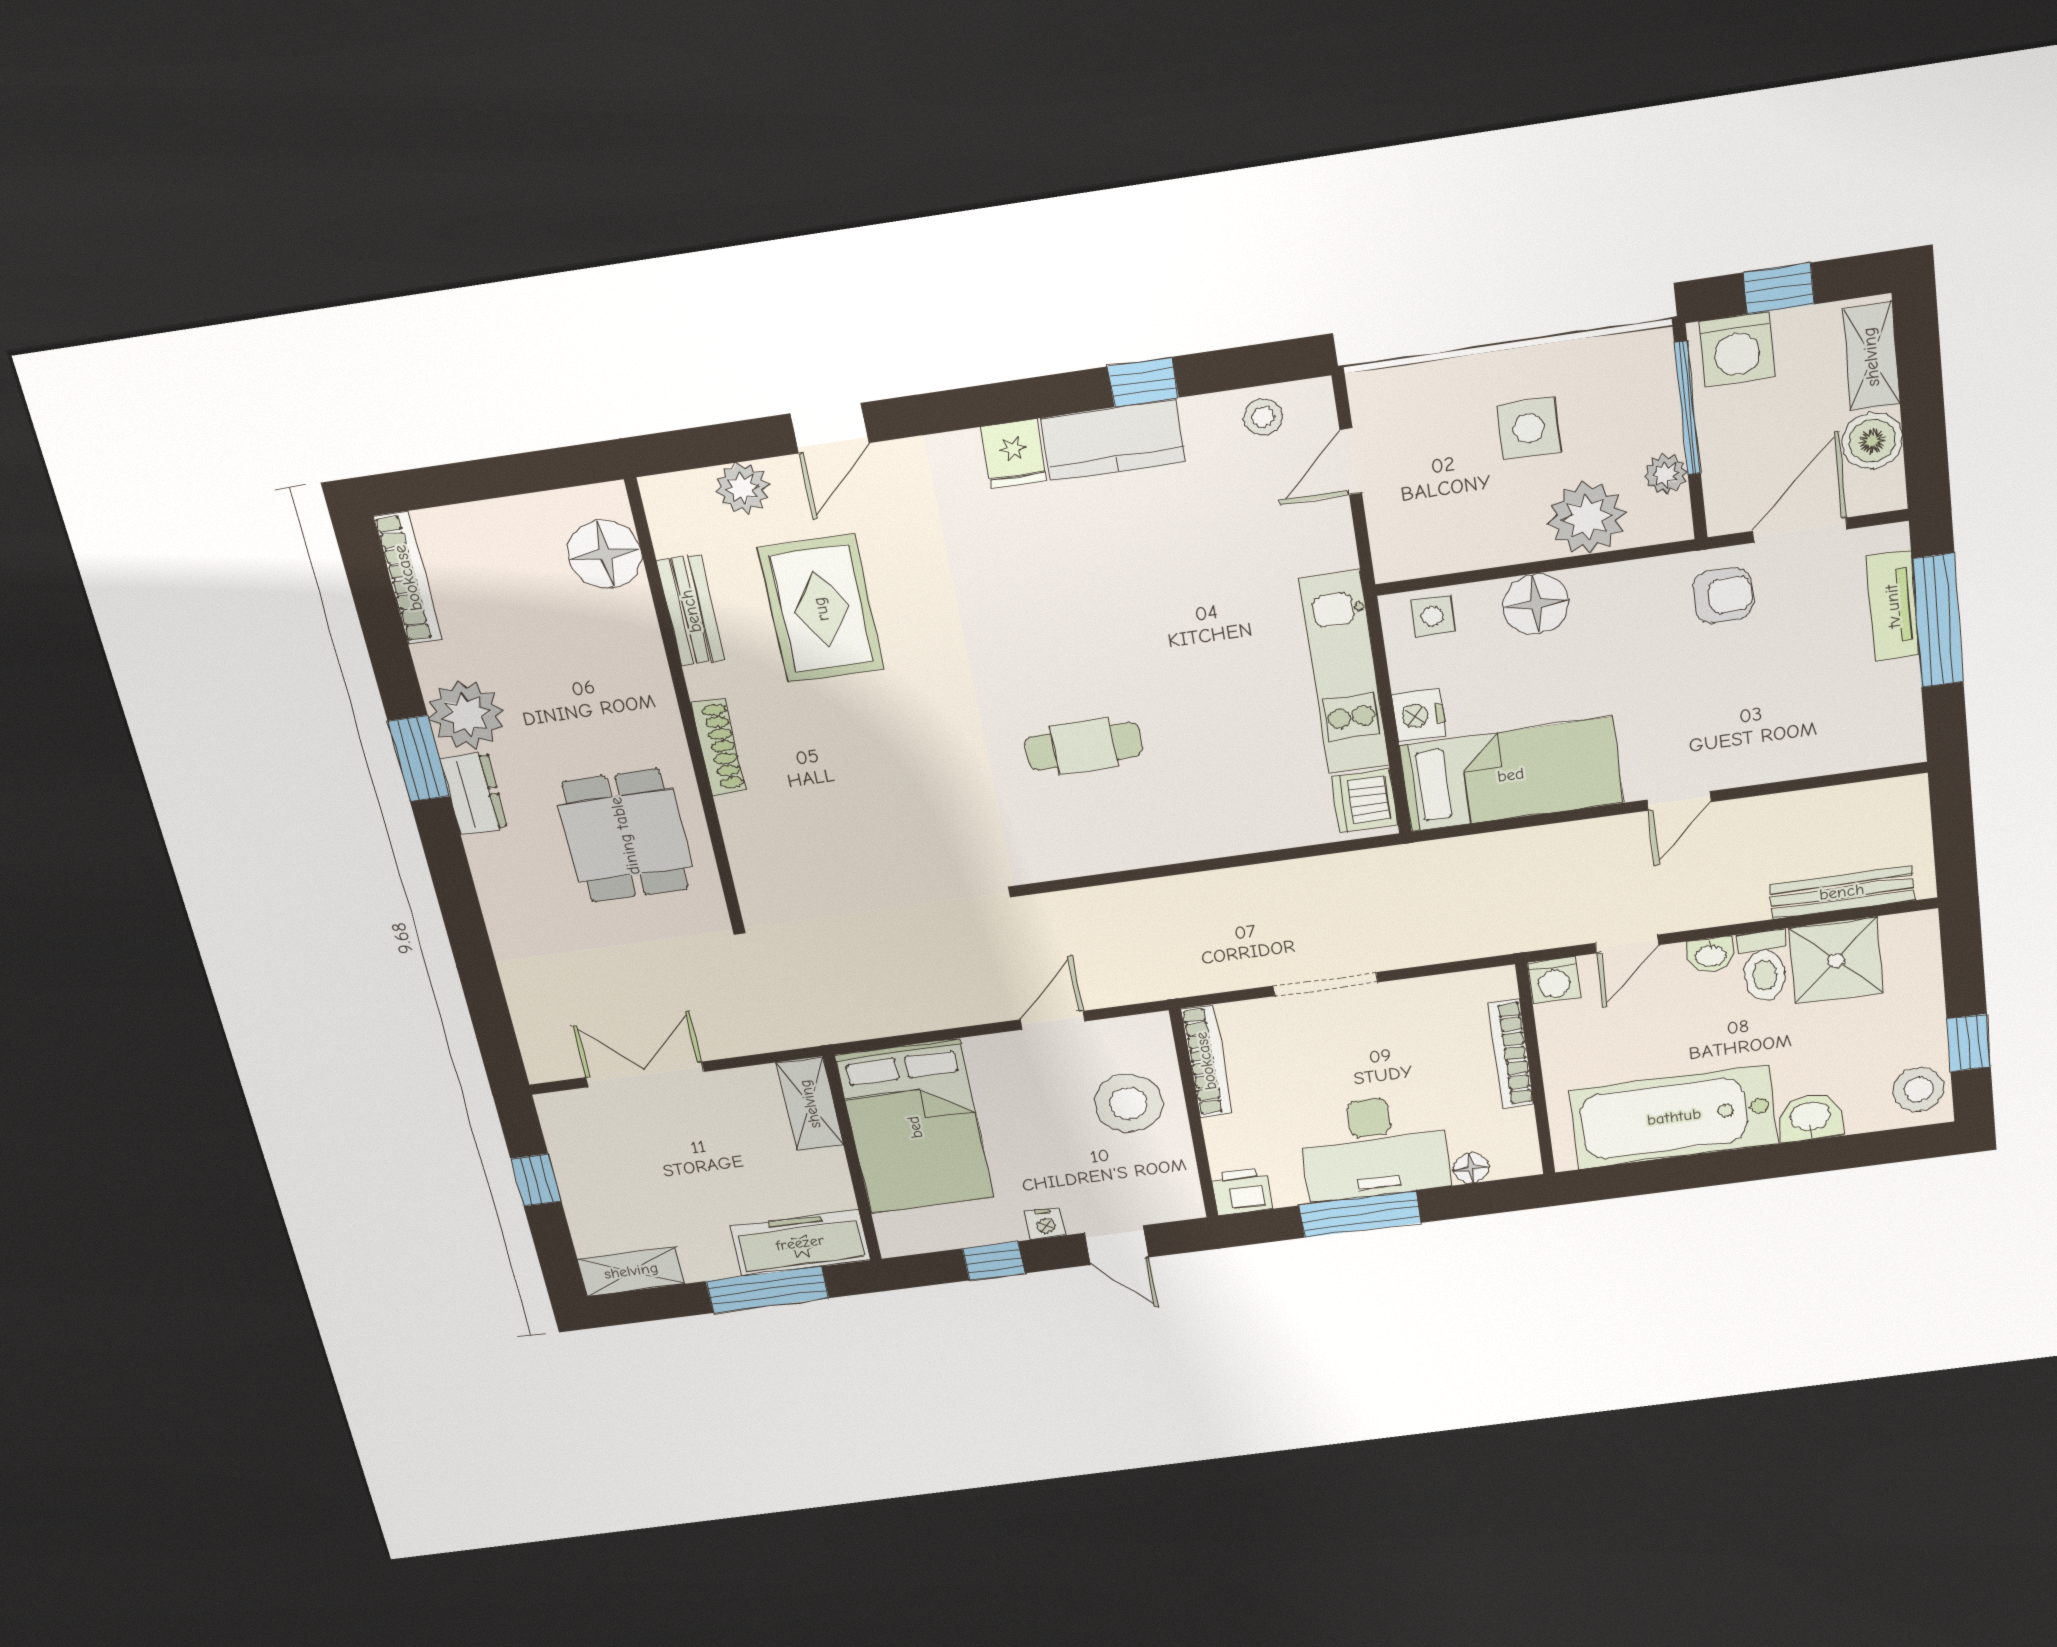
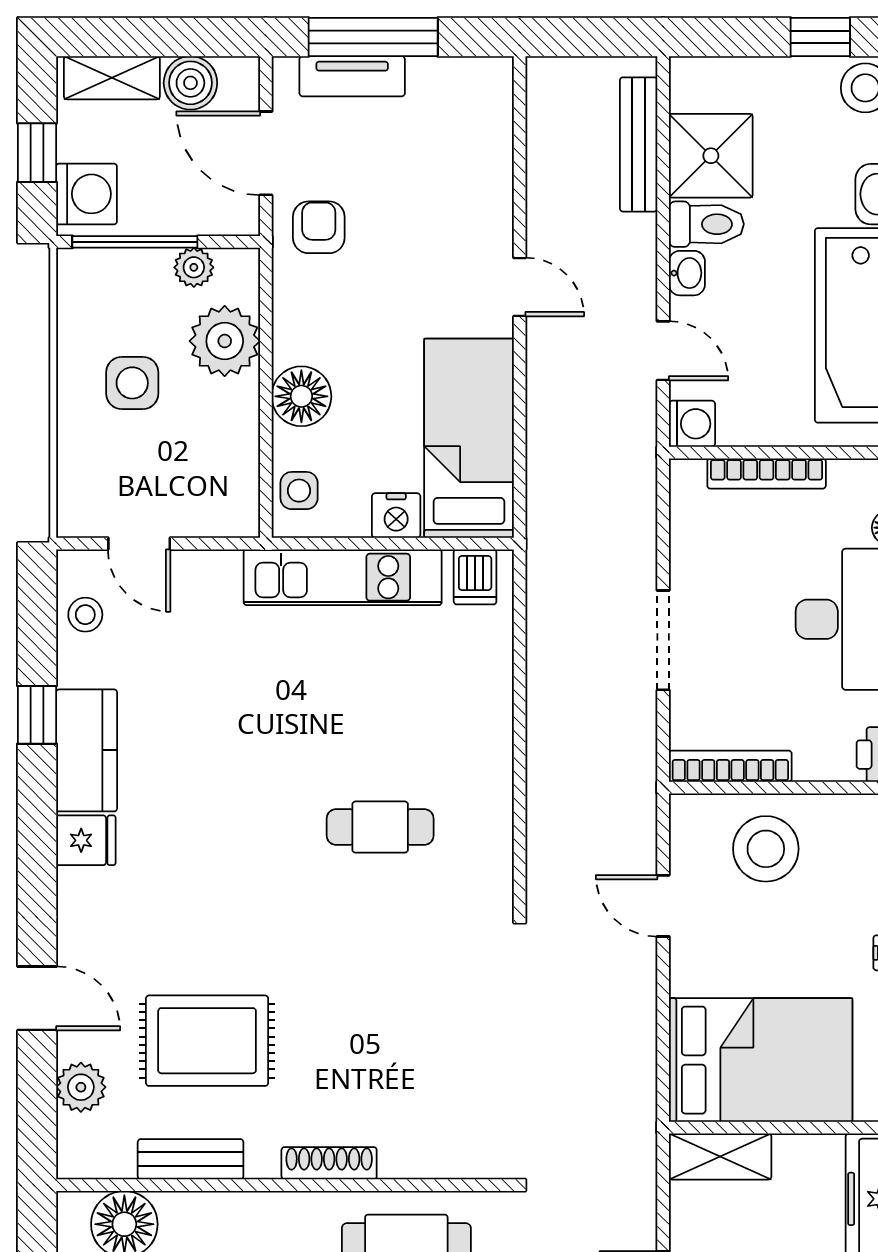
cafe table: (1084, 746) -> (380, 827), turned 90
dishwasher: (1365, 801) -> (475, 577), width x0.73

